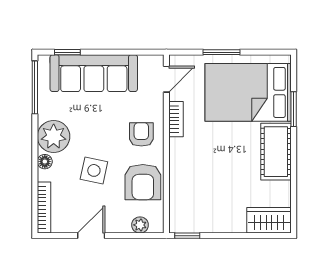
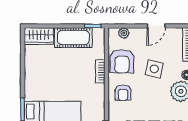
bookcase: (176, 119) -> (100, 71), moved
cot: (276, 152) -> (73, 38), moved, turned 90
armchair: (143, 182) -> (122, 61), turned 180

